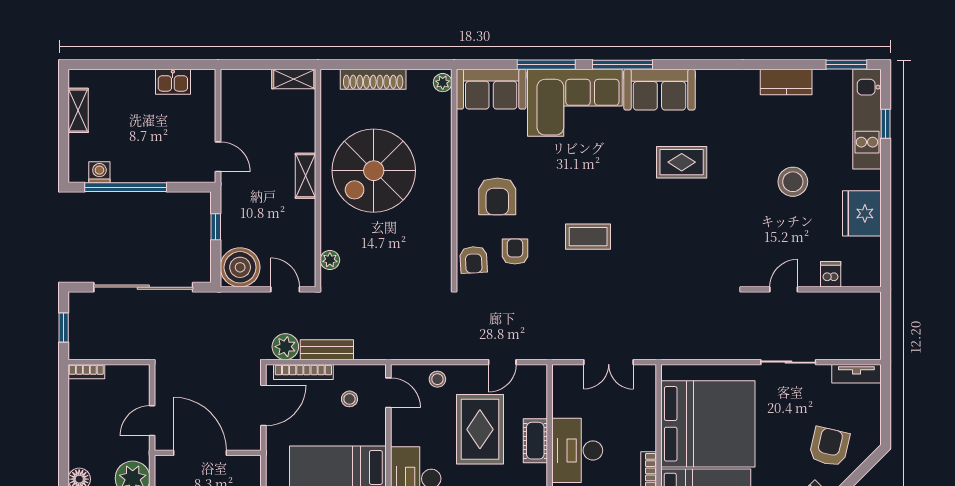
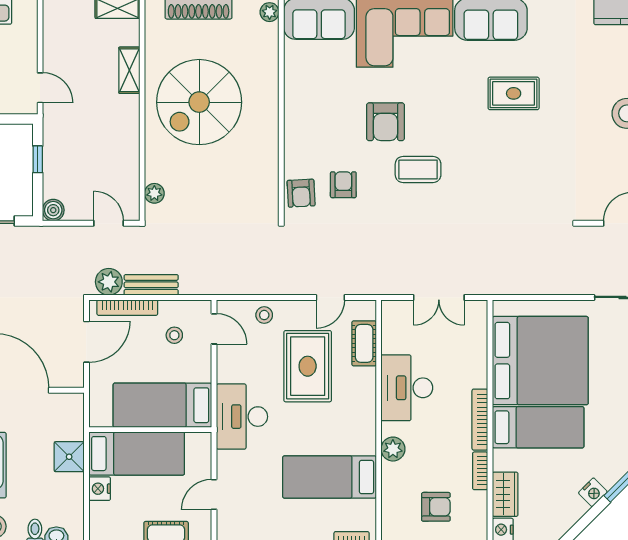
shelving: (305, 176) -> (129, 70), moved
armchair: (497, 196) -> (385, 122), moved
boiler: (240, 267) -> (53, 210), width x0.54, depth x0.54
cot: (535, 441) -> (364, 343), moved

